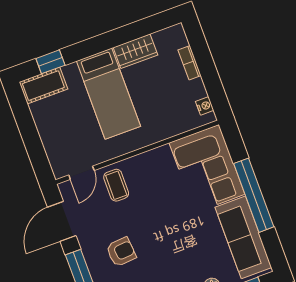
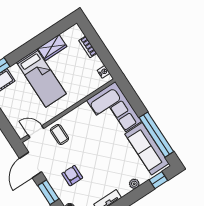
door: (81, 173) -> (36, 132), swing flipped
window: (254, 195) -> (156, 135), moved
armchair: (121, 252) -> (72, 176), turned -85

